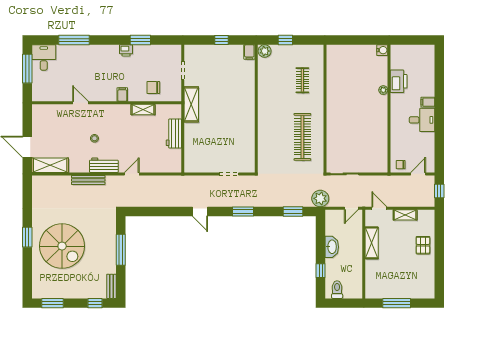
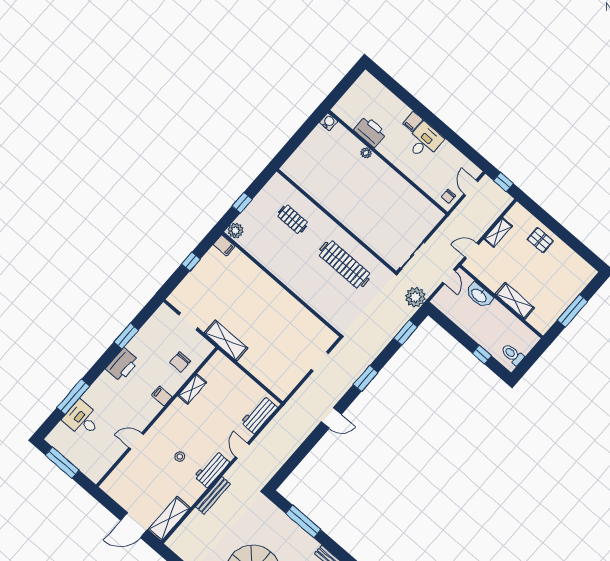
printer: (126, 50) -> (122, 365), width x1.87, depth x1.48
desk: (44, 57) -> (82, 419), moved
workbench: (174, 134) -> (259, 415), moved, turned 90
shelving: (372, 243) -> (515, 301), moved
washbasin: (332, 247) -> (479, 295), moved, turned 180

